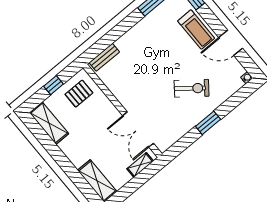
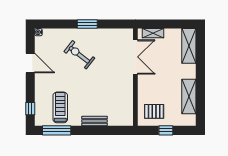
treadmill: (196, 30) -> (60, 107), moved
bench: (104, 57) -> (95, 121), moved
shelving: (49, 123) -> (189, 97), moved

